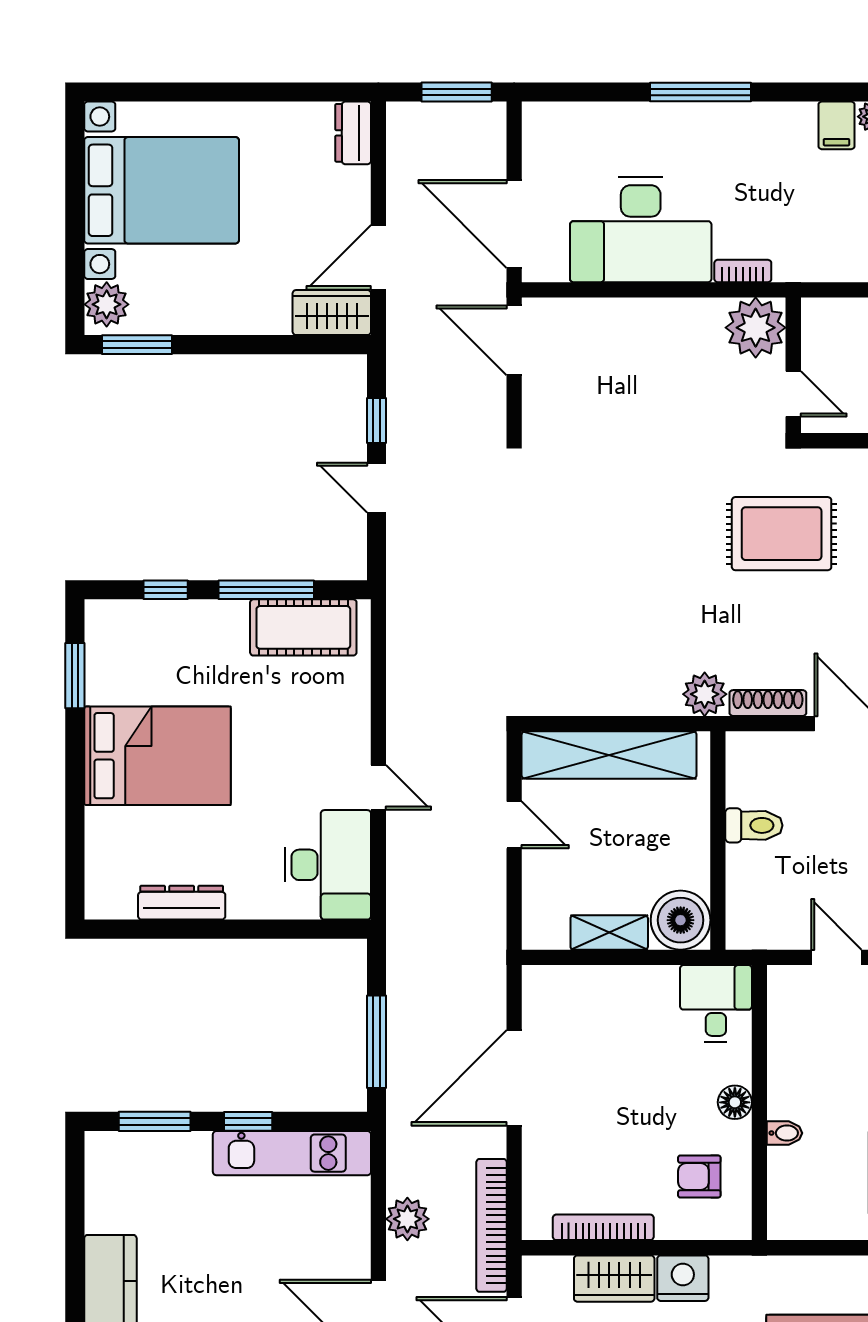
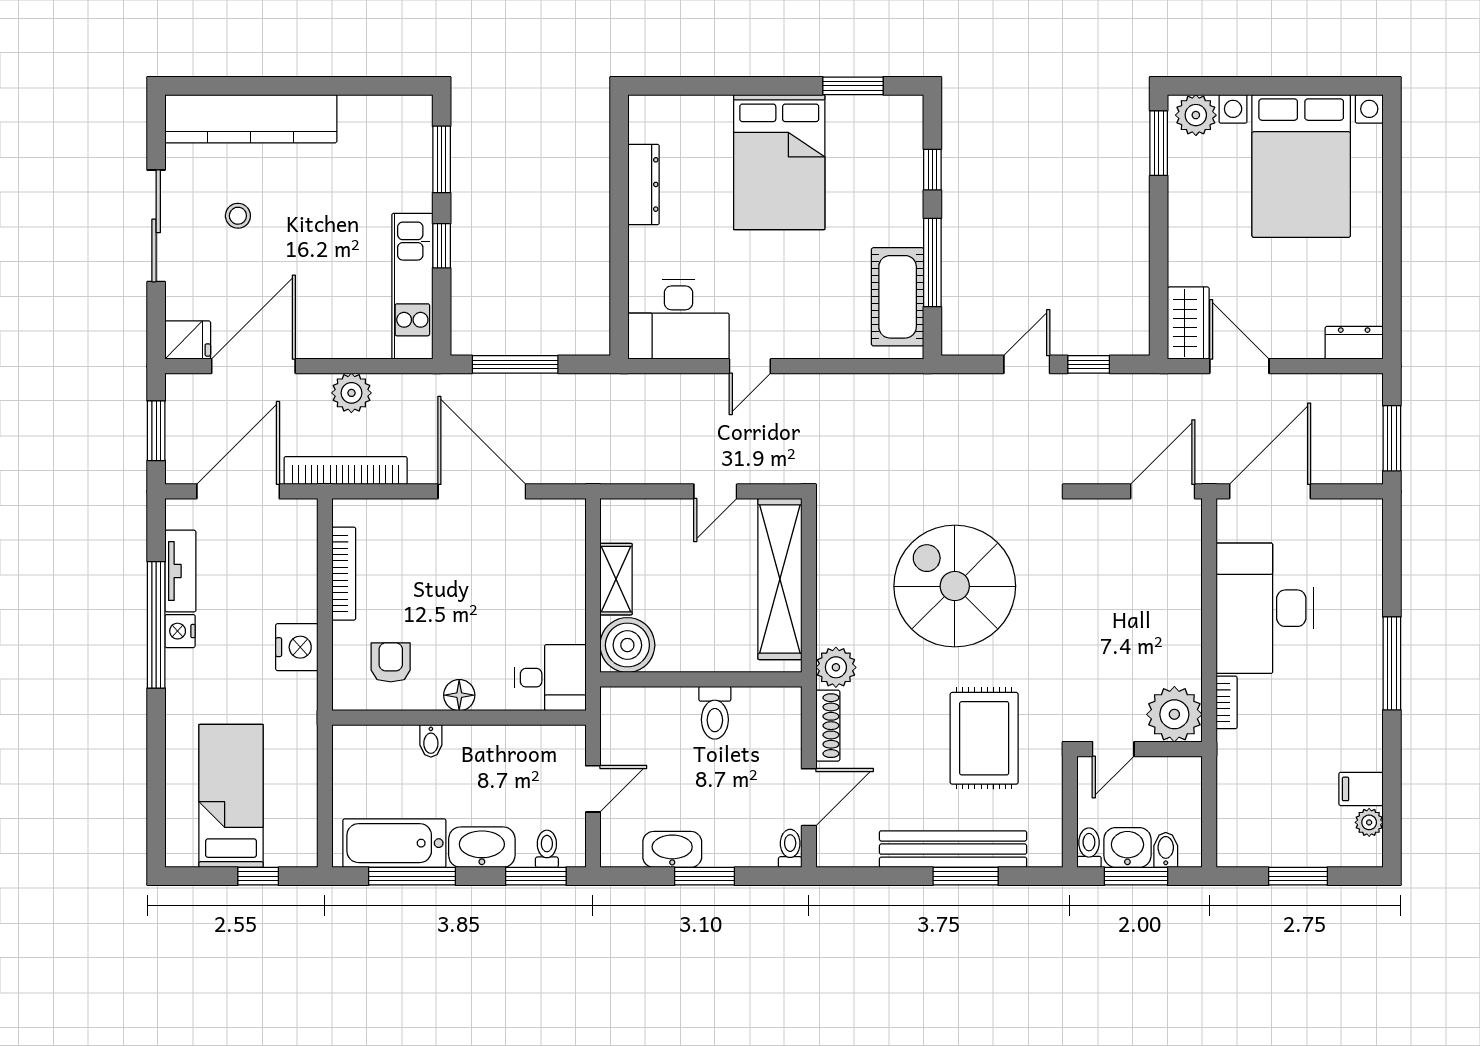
spiral stairs: (617, 565) -> (955, 586), added
wardrobe: (614, 1279) -> (296, 584), removed

